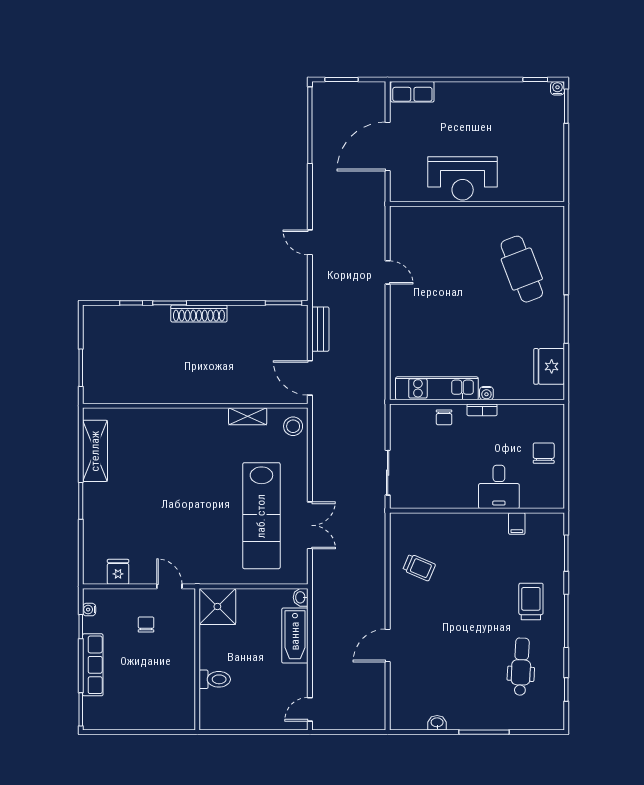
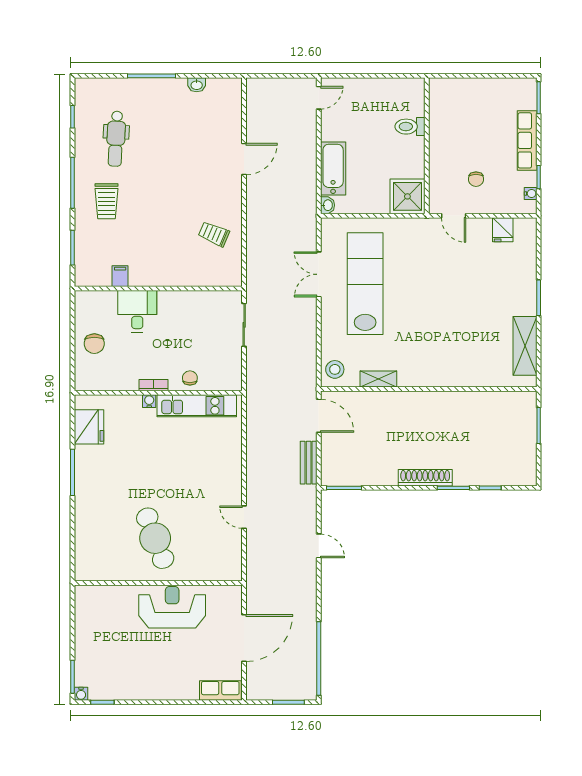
cafe table: (522, 269) -> (155, 538), moved

